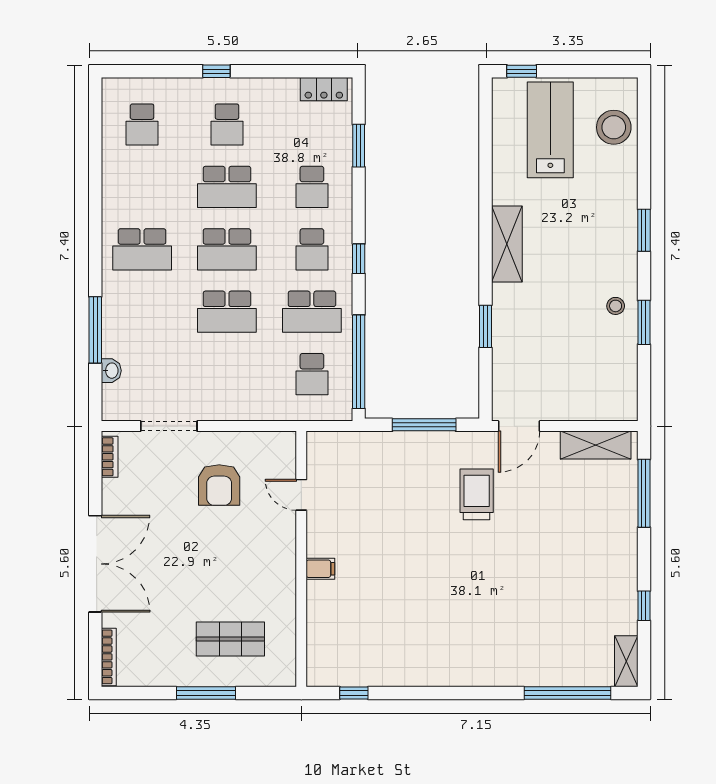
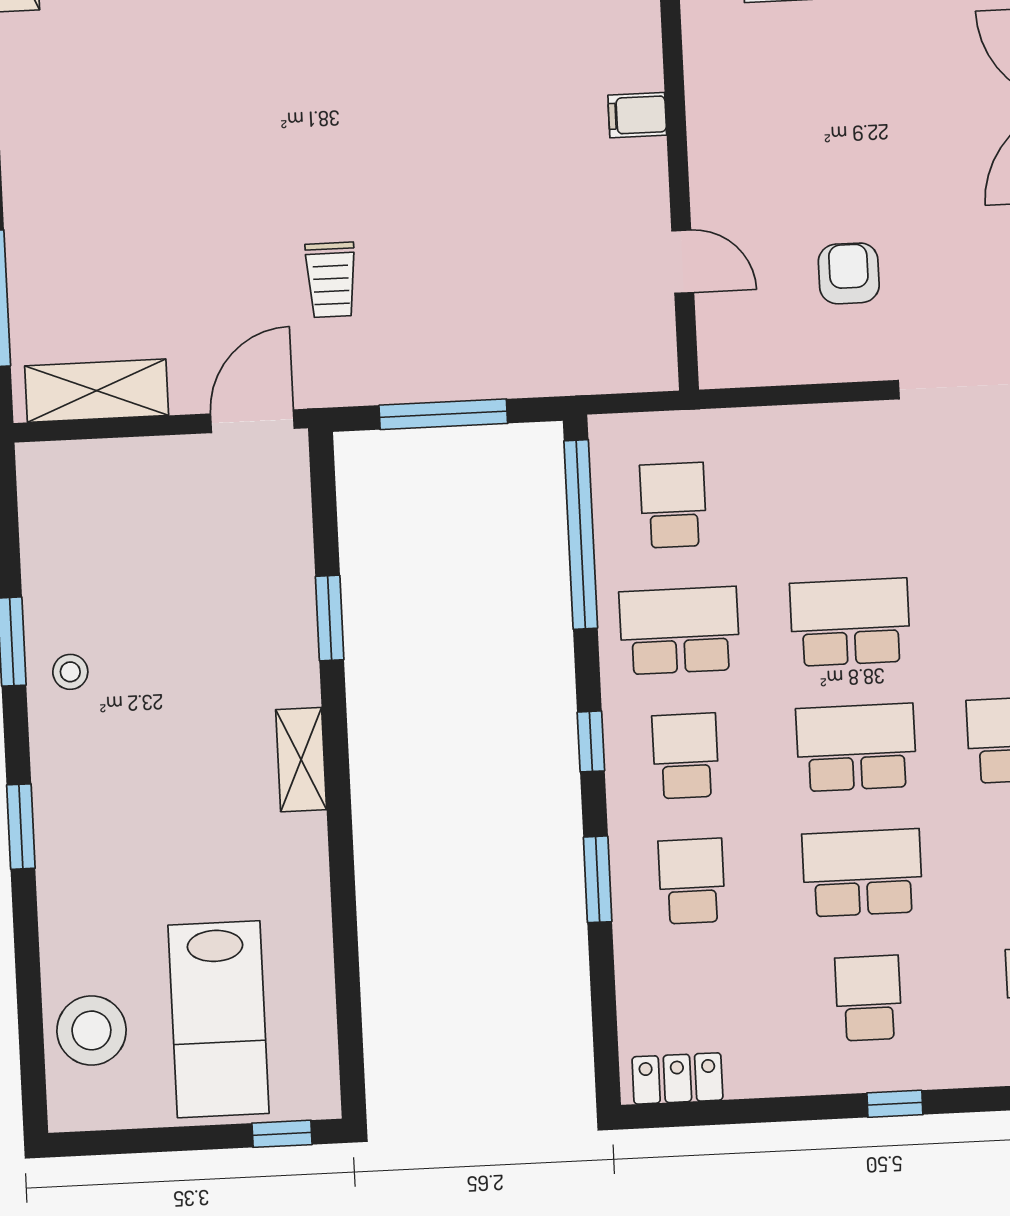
window: (359, 146) -> (598, 879), moved
shelving: (507, 244) -> (301, 760), width x0.67, depth x0.75
armchair: (219, 485) -> (849, 273), width x0.72, depth x0.72
trolley: (477, 494) -> (331, 280), width x0.73, depth x0.72

